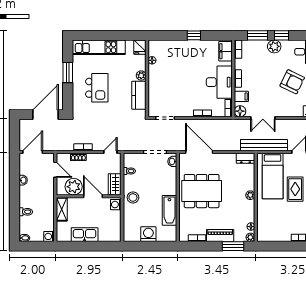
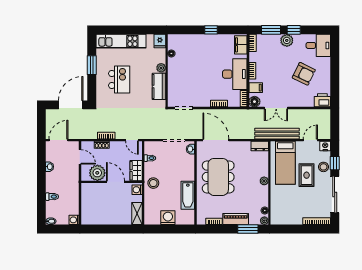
door: (110, 152) -> (132, 140), swing flipped
dining table: (202, 191) -> (218, 177), turned 90
shelving: (62, 209) -> (137, 214), moved
kitchen sink: (85, 235) -> (108, 218), removed

